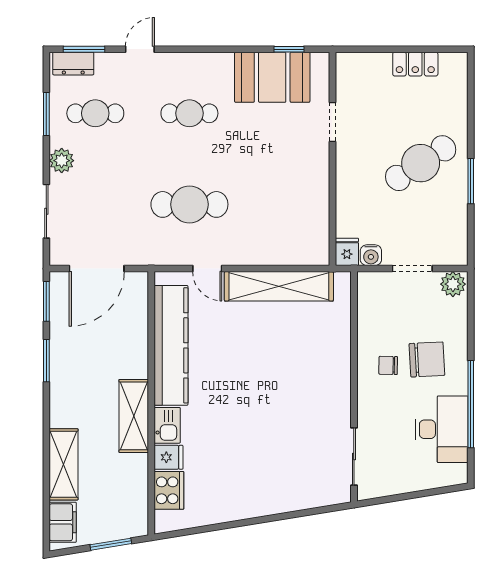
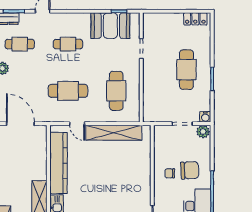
locker: (415, 64) -> (195, 19), moved
cafe table: (421, 163) -> (186, 70), turned -57
cafe table: (284, 204) -> (116, 91), added
fridge: (347, 252) -> (149, 115), removed
water cooler: (371, 255) -> (205, 117), moved
door: (97, 269) -> (20, 124), swing flipped

